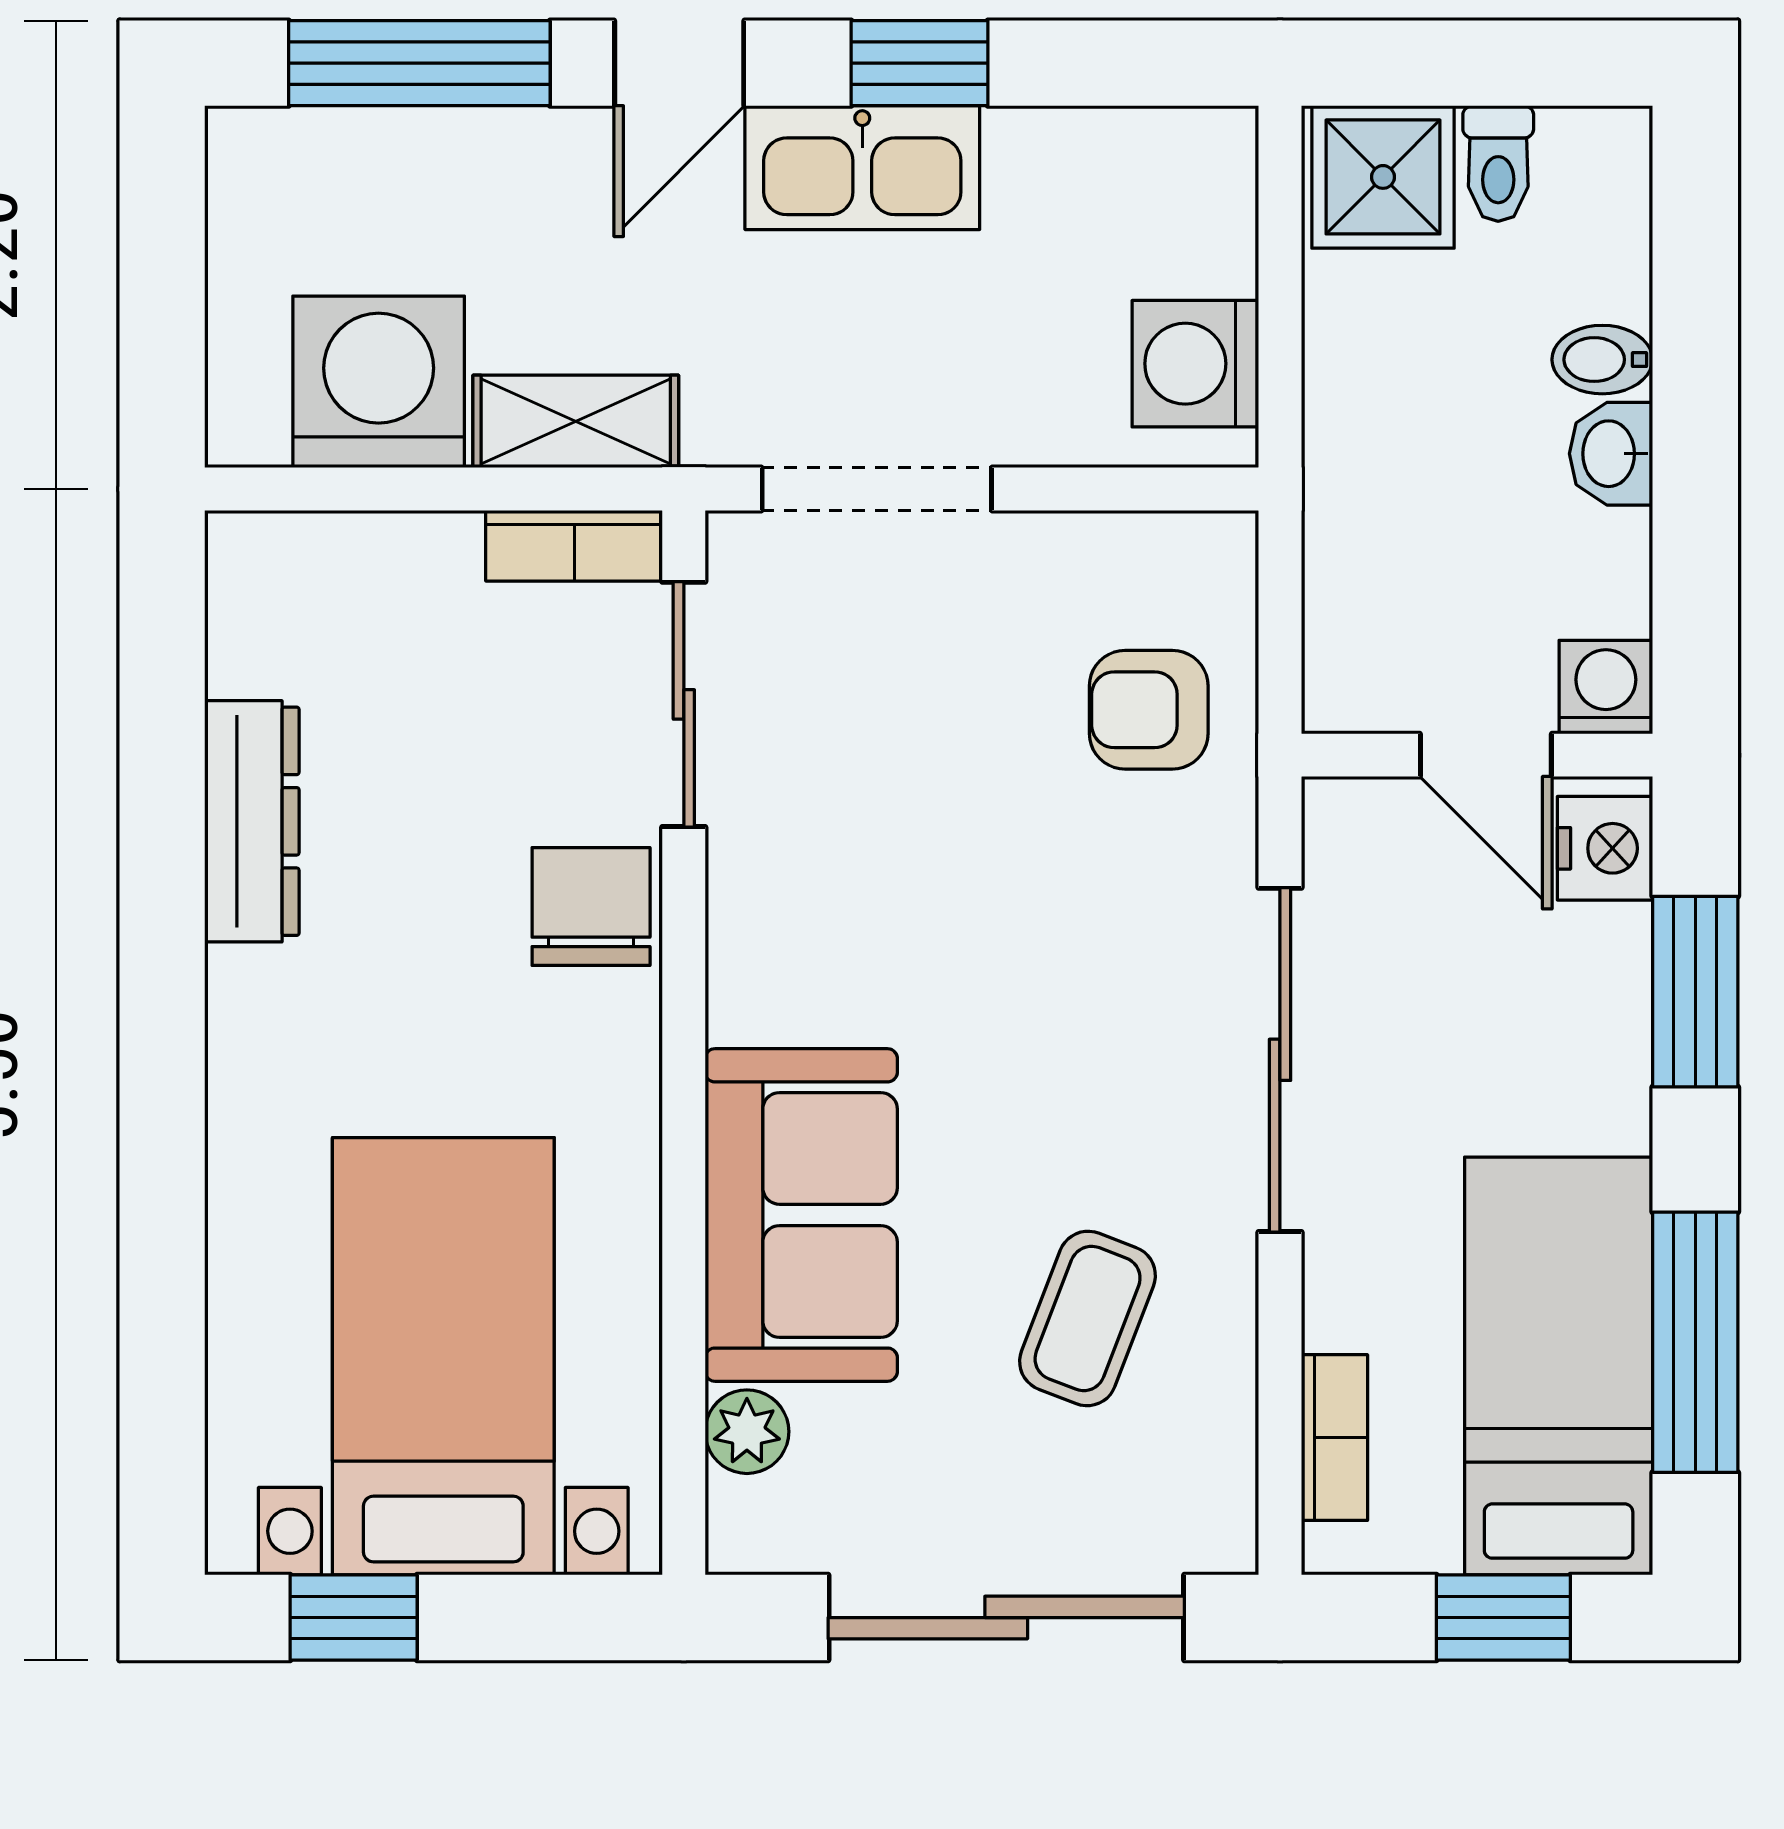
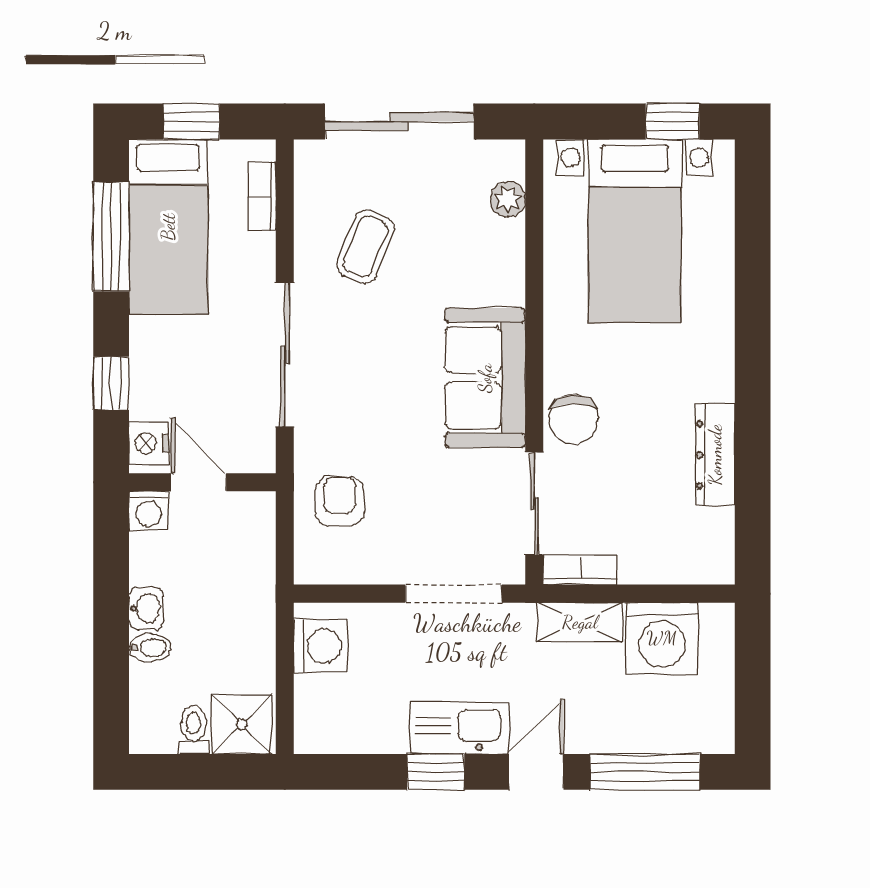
armchair: (1149, 710) -> (340, 501), turned -90
window: (1695, 992) -> (111, 383), width x0.67
sofa: (801, 1215) -> (485, 378), moved

